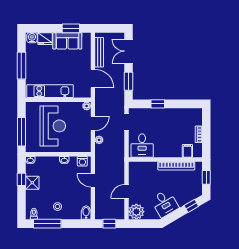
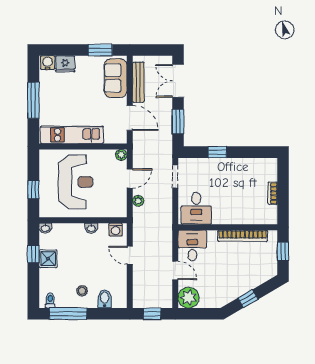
sofa: (67, 41) -> (116, 78), moved, turned 90
window: (21, 132) -> (33, 190), width x0.46
filing cabinet: (187, 151) -> (258, 216), removed
door: (126, 192) -> (175, 270), swing flipped
desk: (165, 203) -> (192, 246), moved, turned -150
window: (191, 206) -> (248, 299), moved
bidet: (86, 213) -> (105, 299), moved

